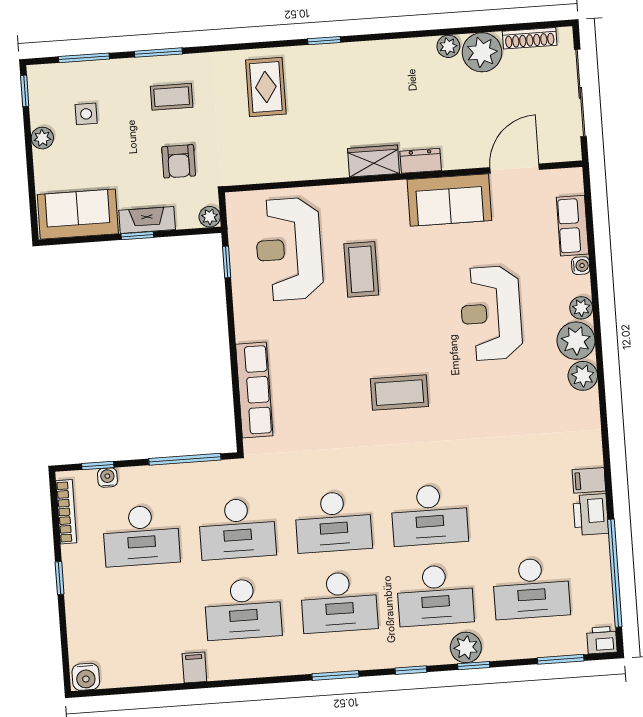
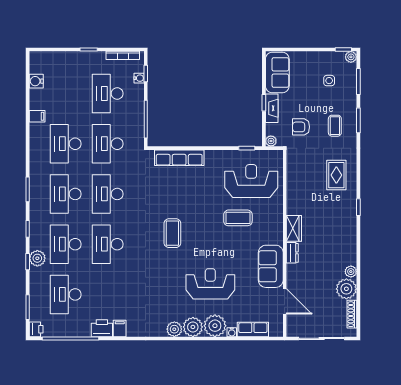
rug: (266, 87) -> (336, 175), turned 90
plant: (42, 138) -> (351, 57), moved
plant: (581, 308) -> (215, 326), width x1.88, depth x1.88
water cooler: (86, 677) -> (36, 81), moved

